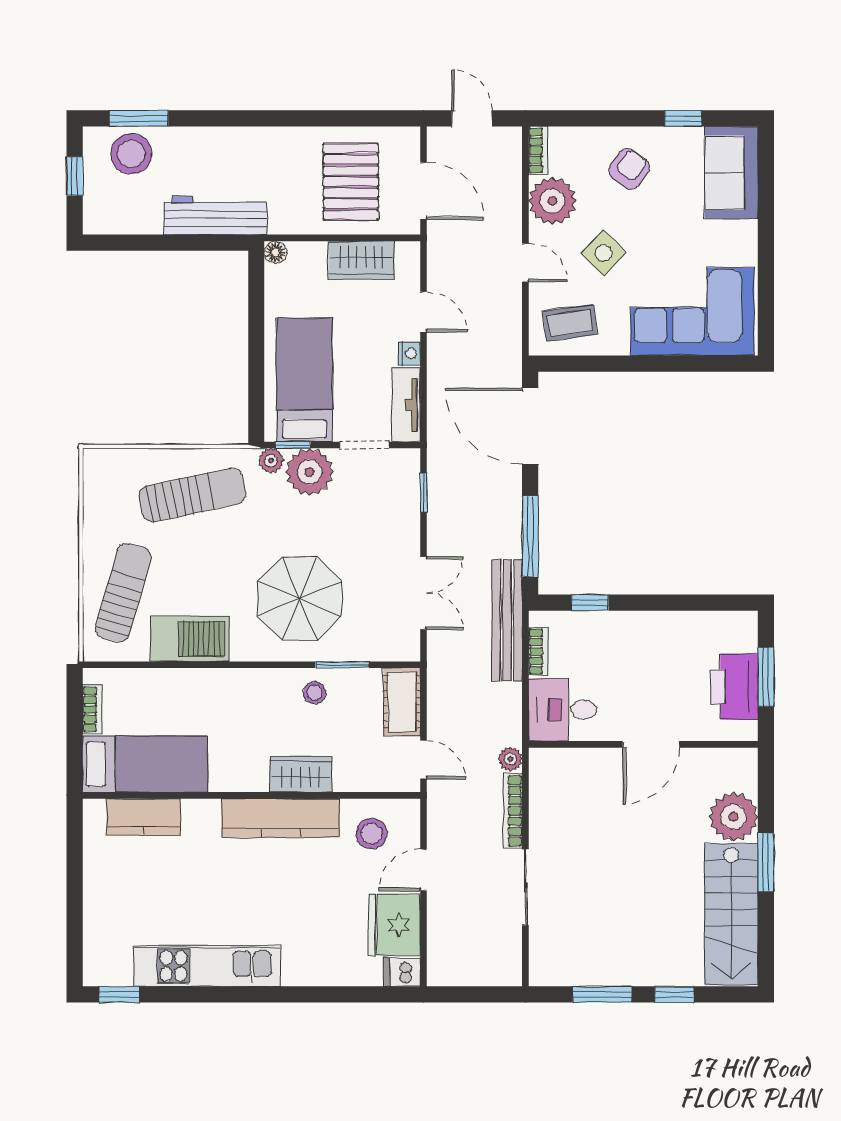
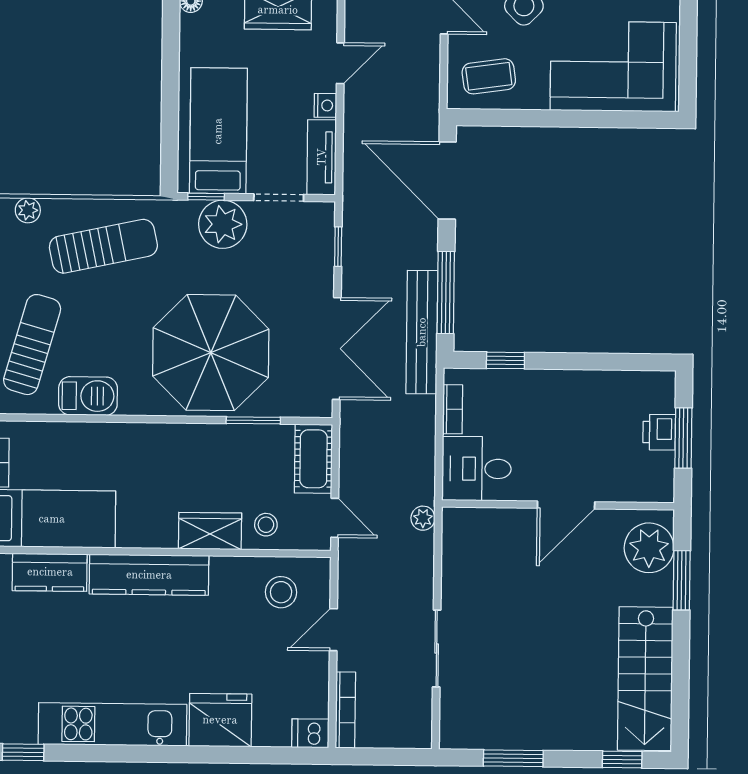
door: (423, 312) -> (340, 63), hinge flipped
plant: (271, 460) -> (28, 210), moved
double door: (423, 593) -> (337, 349), width x1.37
parasol: (299, 598) -> (211, 353), width x1.36, depth x1.36
bench: (507, 620) -> (422, 332), moved
barbecue: (190, 639) -> (88, 396), width x0.73, depth x0.83
printer: (734, 687) -> (659, 432), width x0.53, depth x0.68
stool: (315, 693) -> (266, 525), moved
bookcase: (513, 811) -> (345, 710), moved, turned 180
plant: (733, 817) -> (649, 548), moved
kitchen counter: (281, 818) -> (149, 575), moved
window: (766, 862) -> (682, 580), moved
fridge: (394, 925) -> (220, 720), moved, turned 90
window: (674, 994) -> (622, 760), moved

